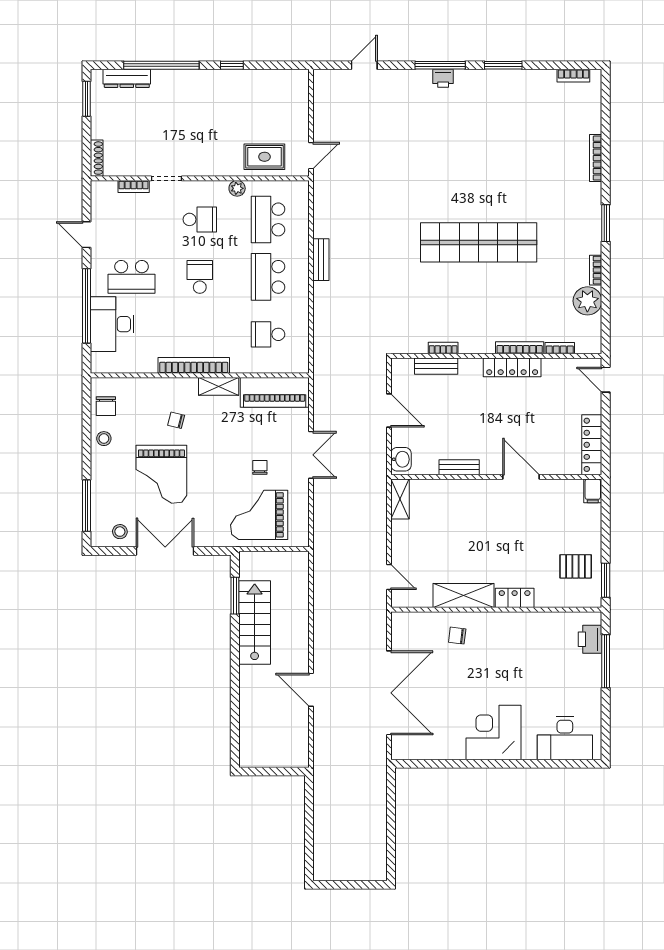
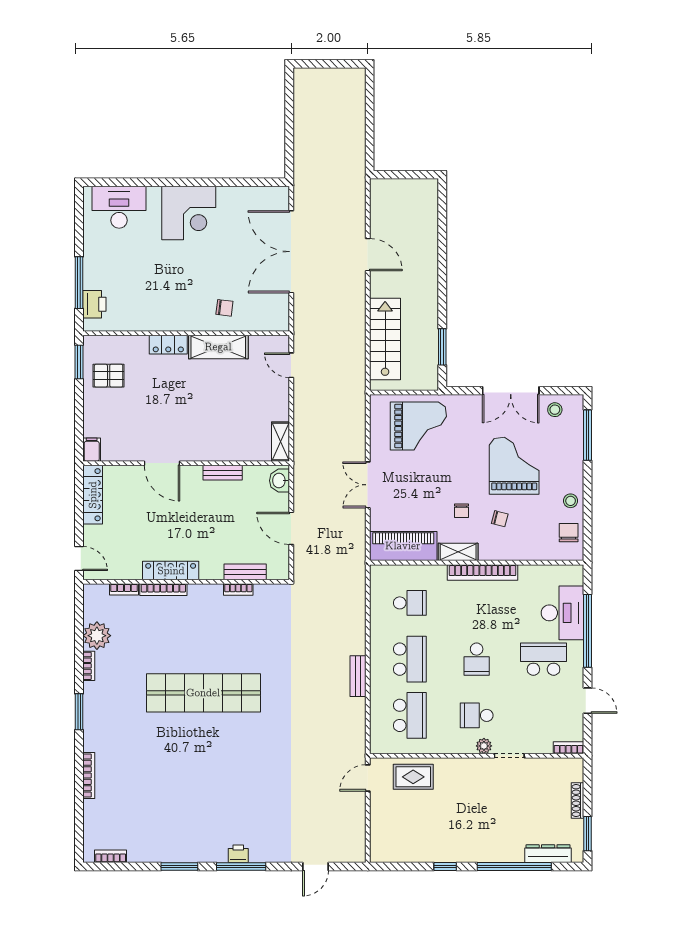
shoe rack: (97, 158) -> (578, 800), moved
bookcase: (134, 186) -> (568, 748), moved
plant: (237, 188) -> (484, 746), moved
chair: (260, 467) -> (462, 511), moved
stairs: (255, 622) -> (385, 339), moved, turned 180

